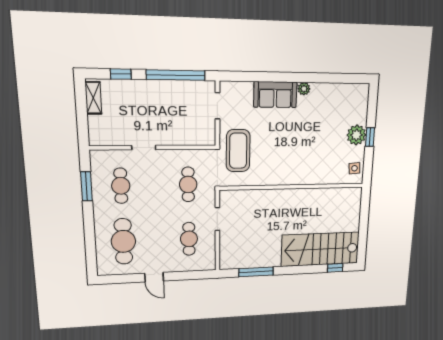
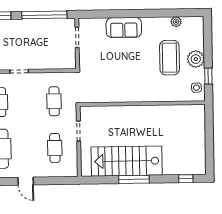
plant: (304, 89) -> (176, 22), moved
window: (370, 137) -> (208, 76), moved
coffee table: (238, 151) -> (170, 58), moved
stairs: (320, 249) -> (127, 161), moved
window: (256, 272) -> (134, 179), moved

